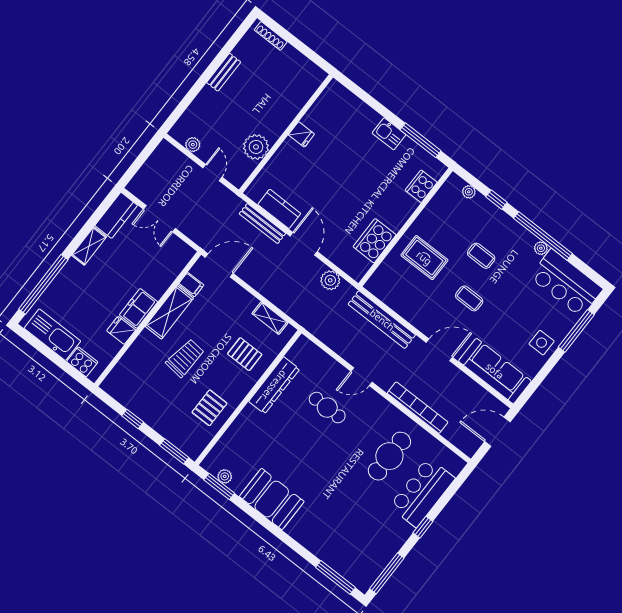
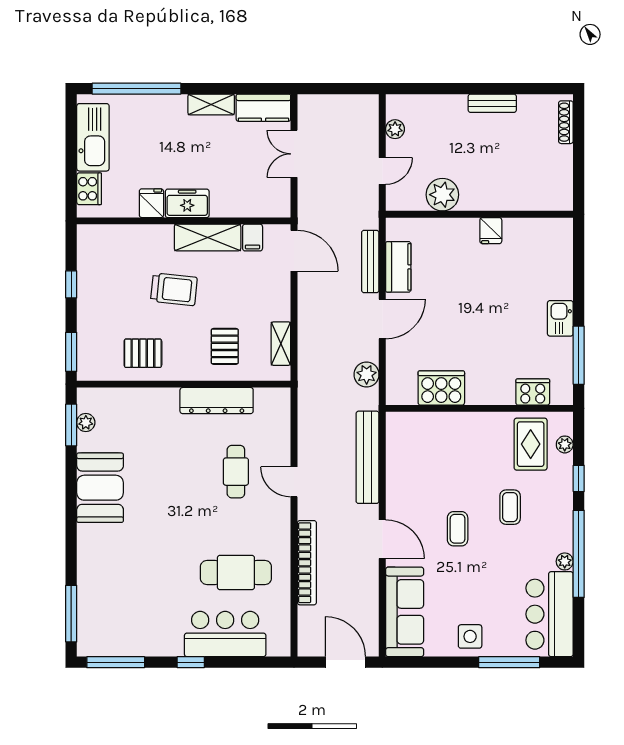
rug: (424, 258) -> (531, 444), moved

